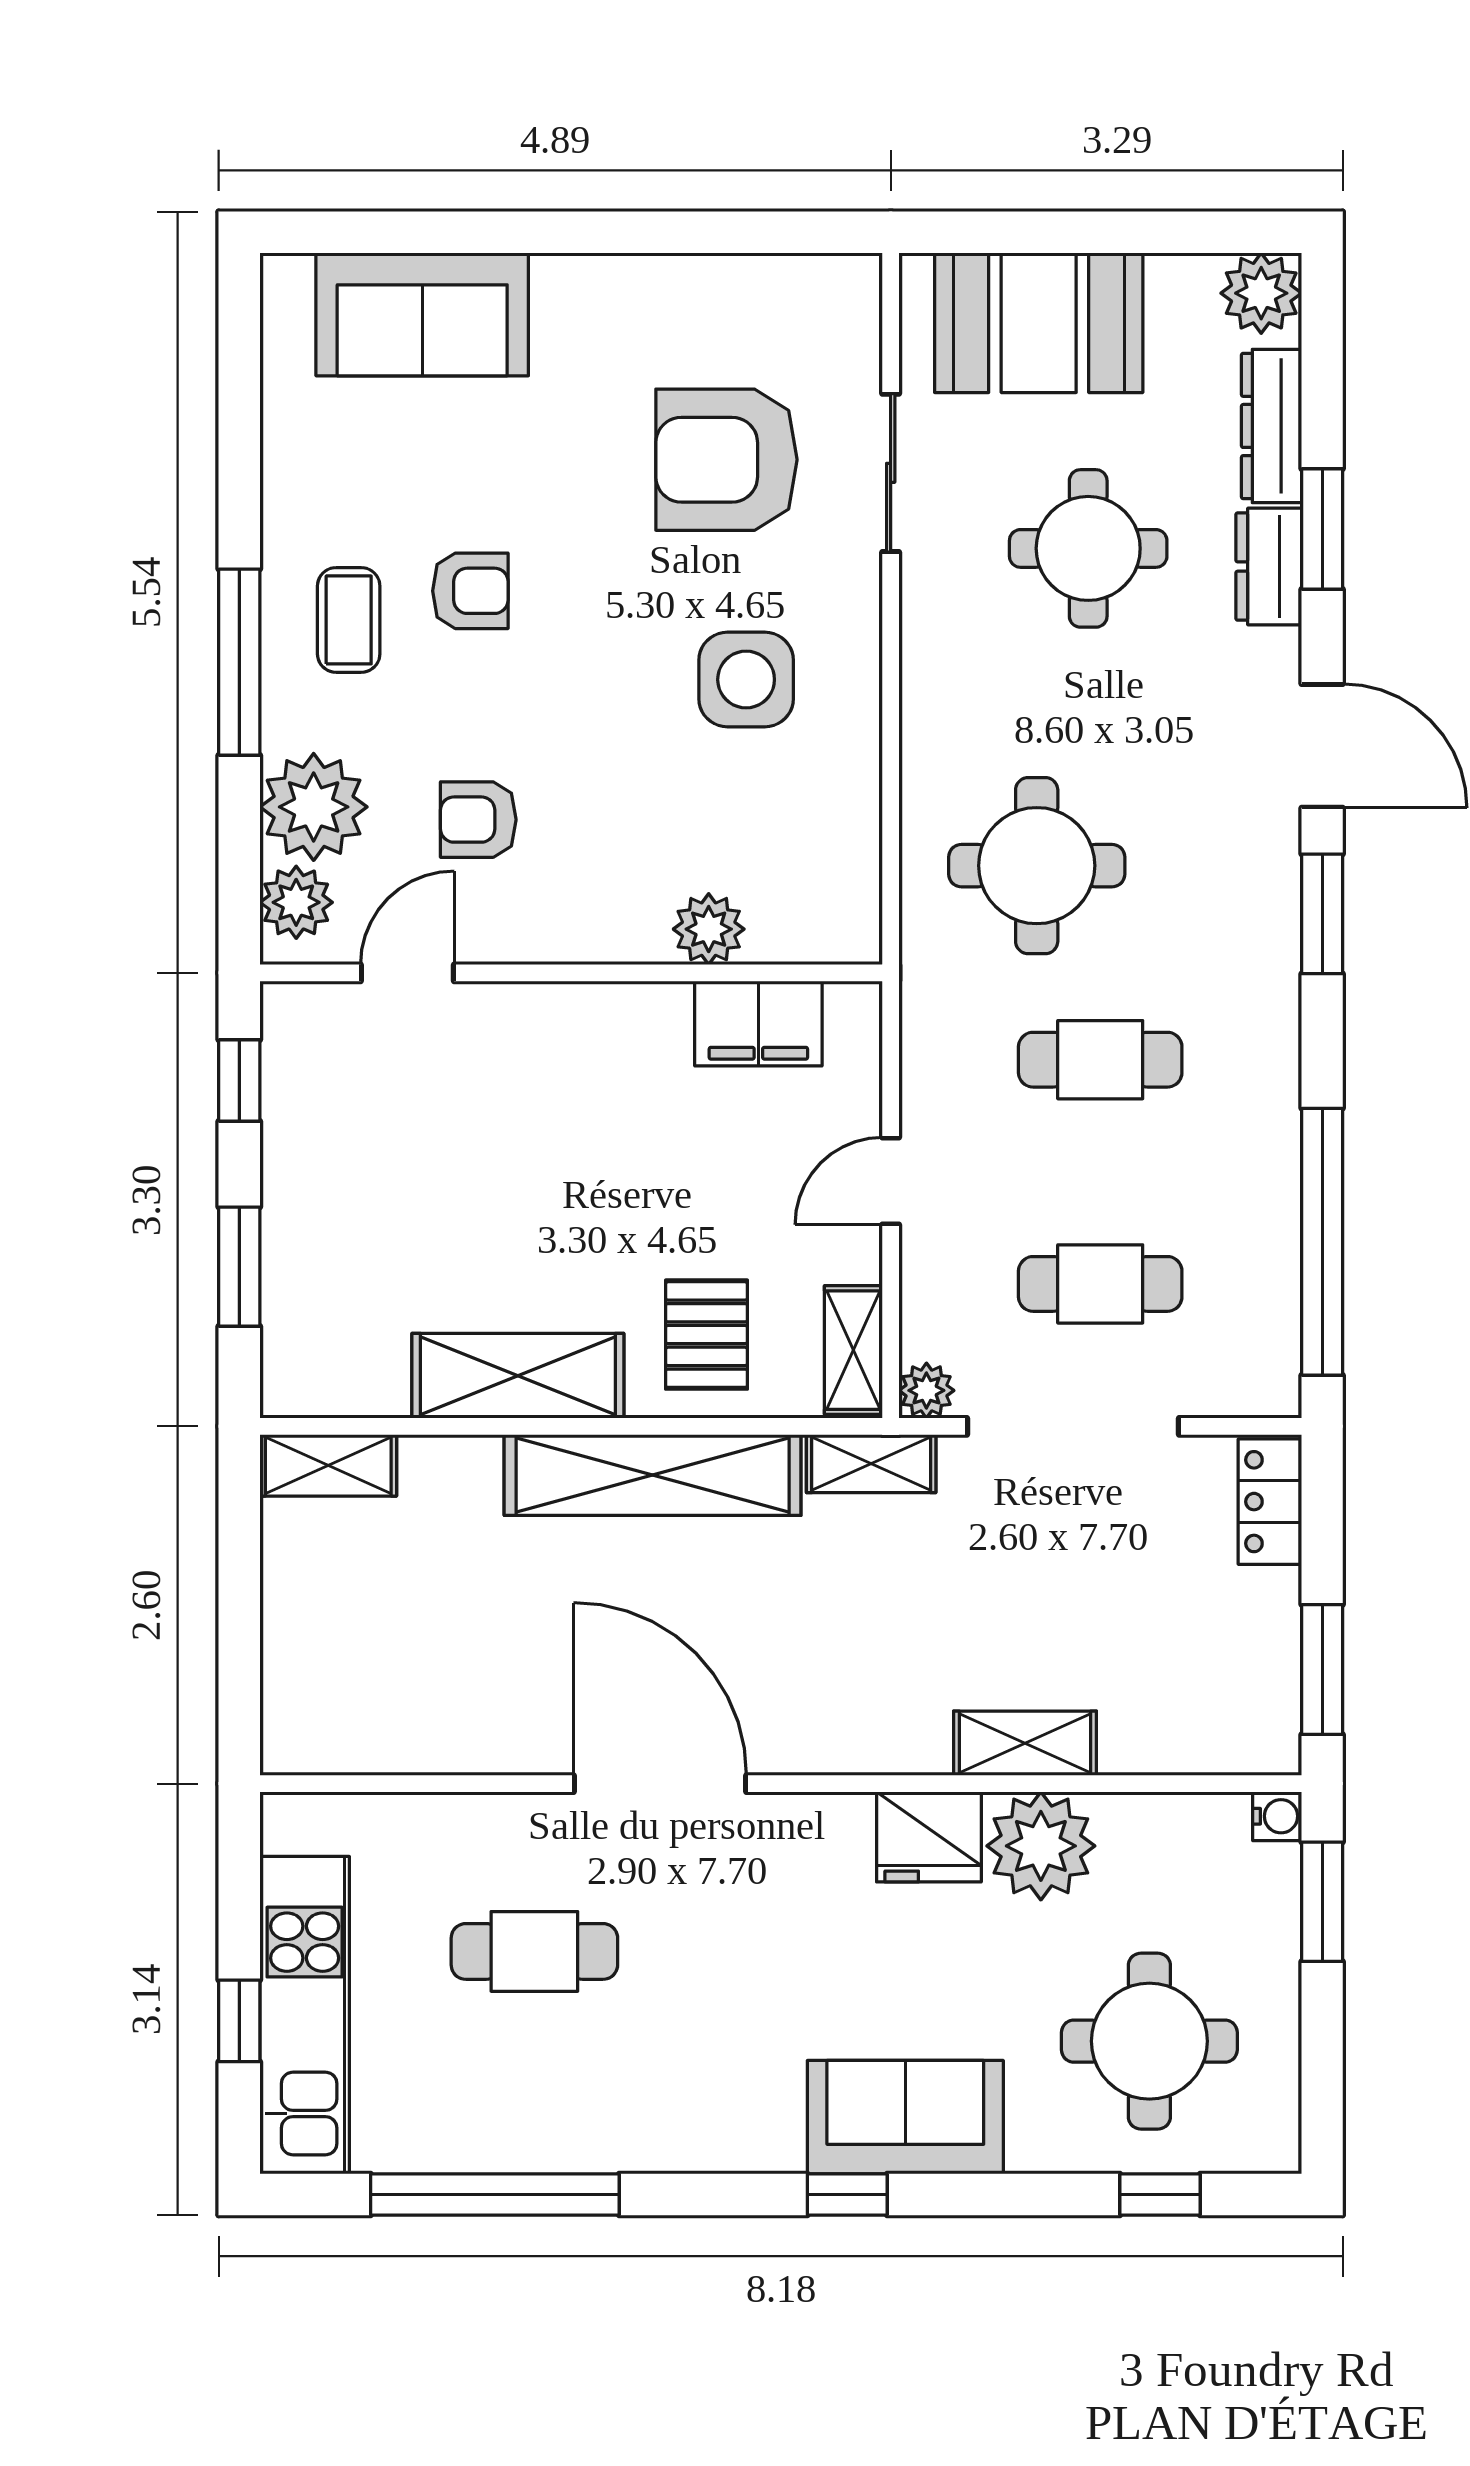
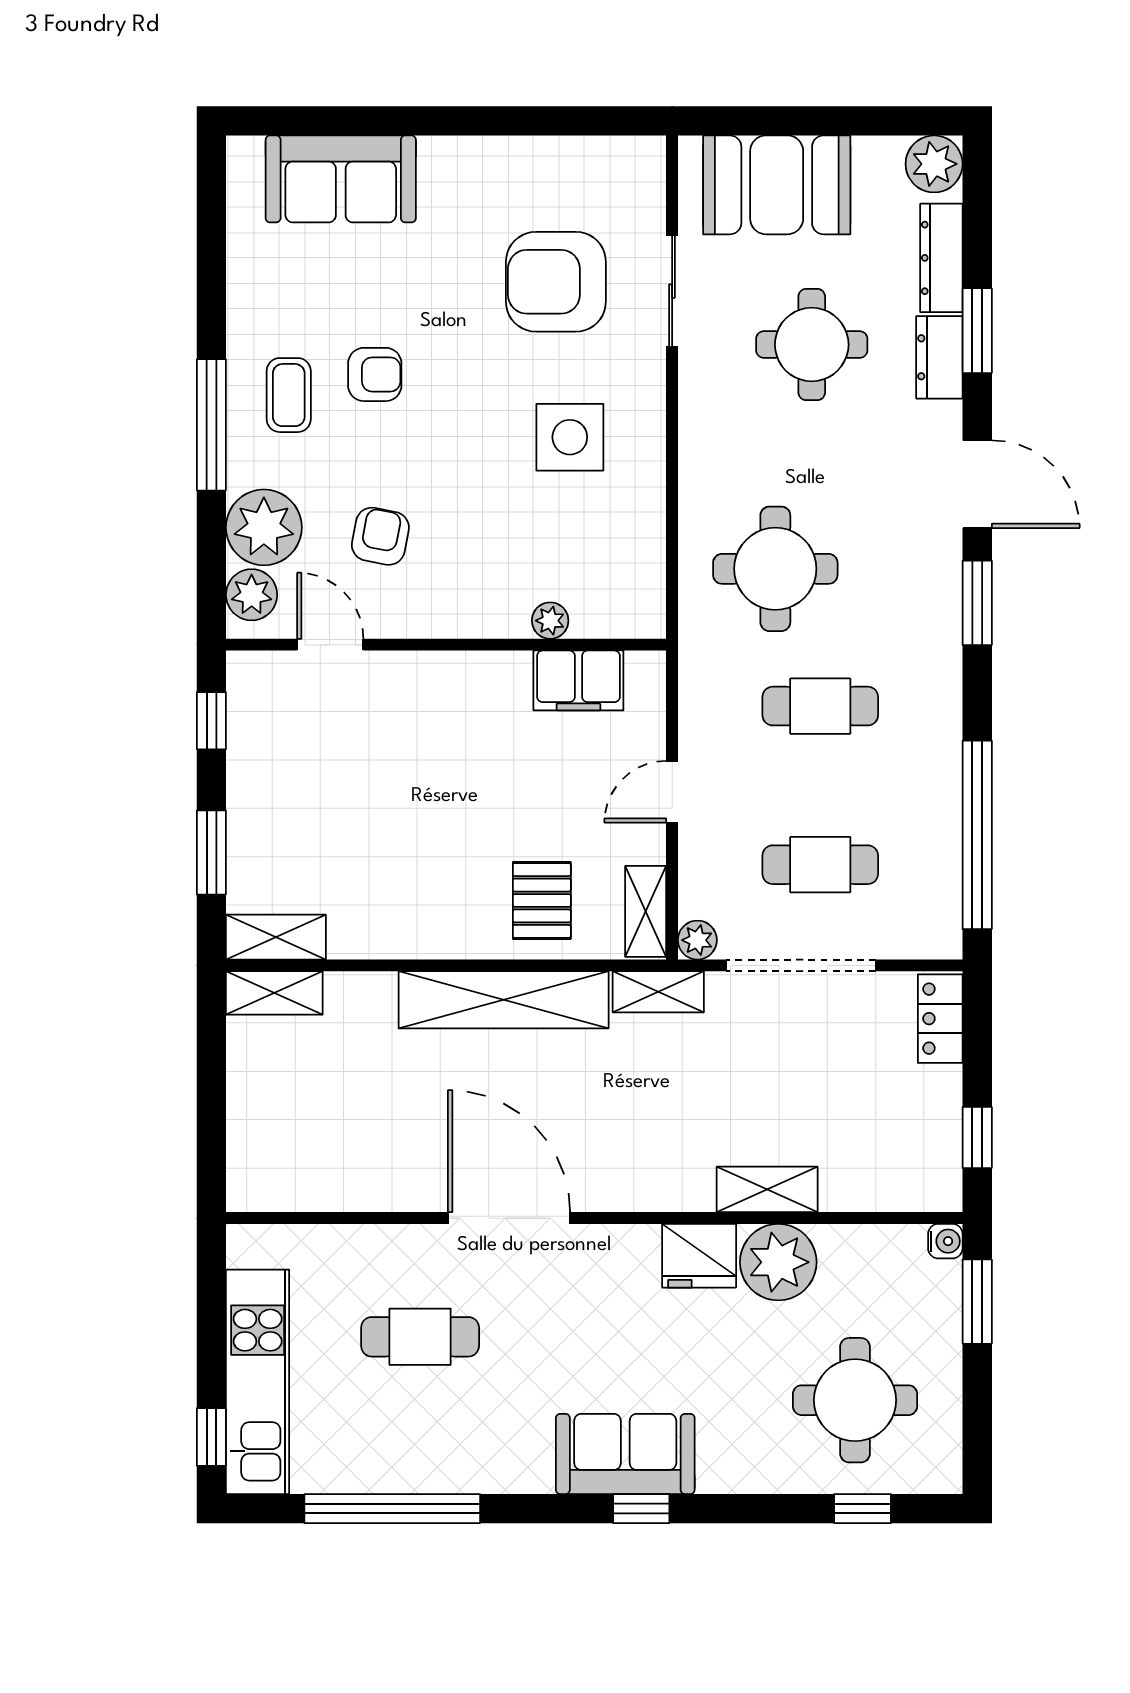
armchair: (478, 820) -> (380, 536), turned 101
plant: (709, 929) -> (550, 621), width x0.73, depth x0.73
door: (407, 973) -> (330, 645), hinge flipped
shelving: (518, 1376) -> (276, 937), moved, width x0.67, depth x0.75
window: (1322, 1670) -> (977, 1137), width x0.67
window: (239, 2021) -> (211, 1437), moved
sofa: (905, 2117) -> (625, 1454), moved

